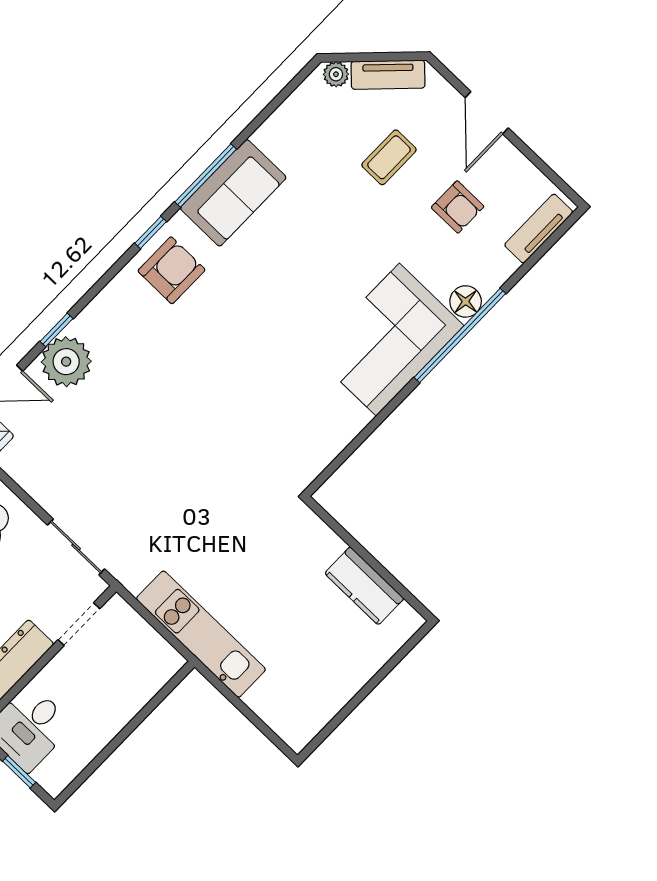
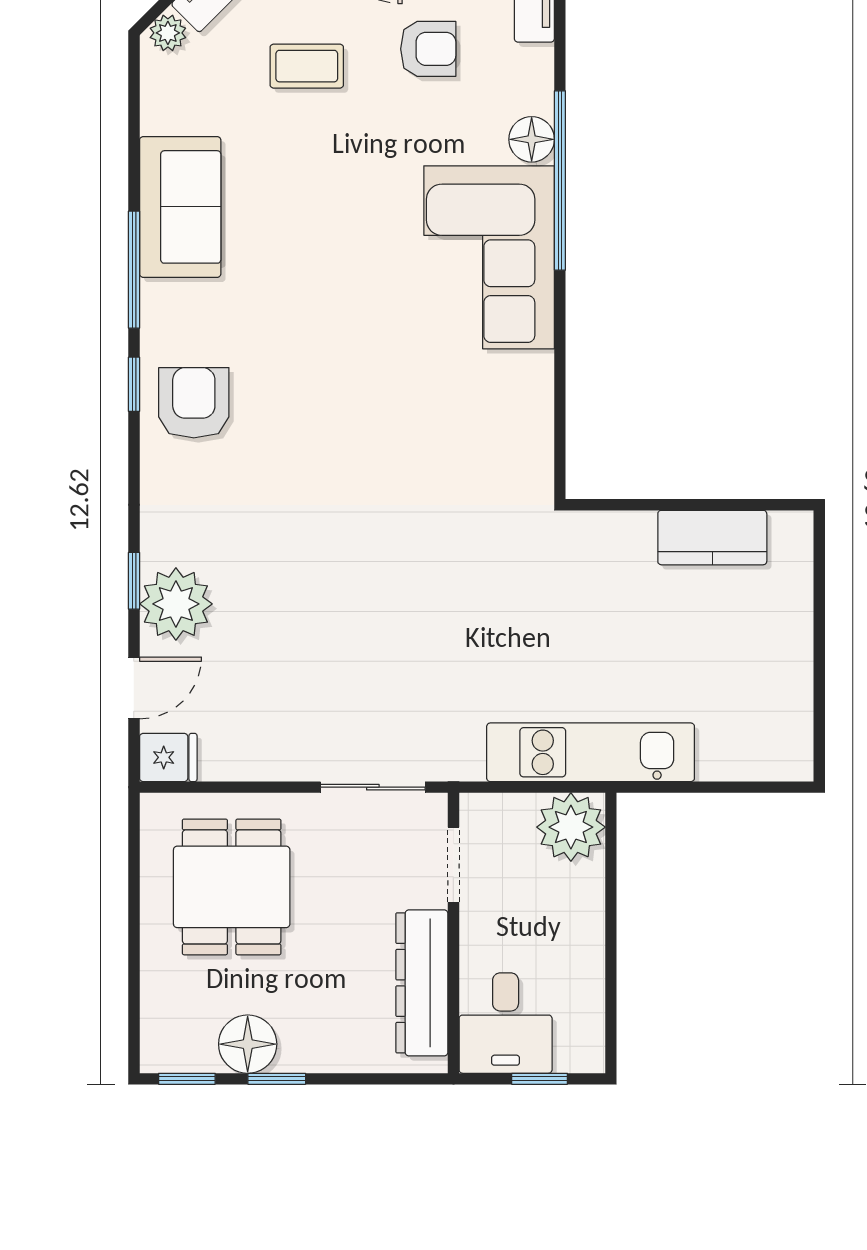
coffee table: (389, 157) -> (307, 66), turned 90
sofa: (233, 193) -> (180, 207), moved
plant: (155, 662) -> (571, 827), added

